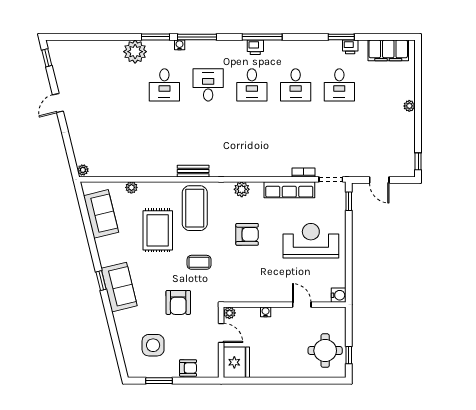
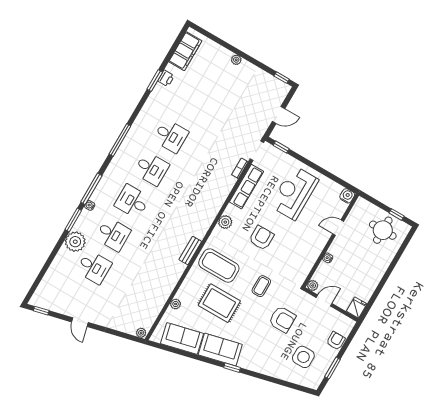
printer: (255, 47) -> (125, 150), removed
desk: (339, 85) -> (94, 267), moved
sofa: (119, 287) -> (220, 350), moved
fridge: (236, 362) -> (357, 308), width x0.53, depth x0.75

